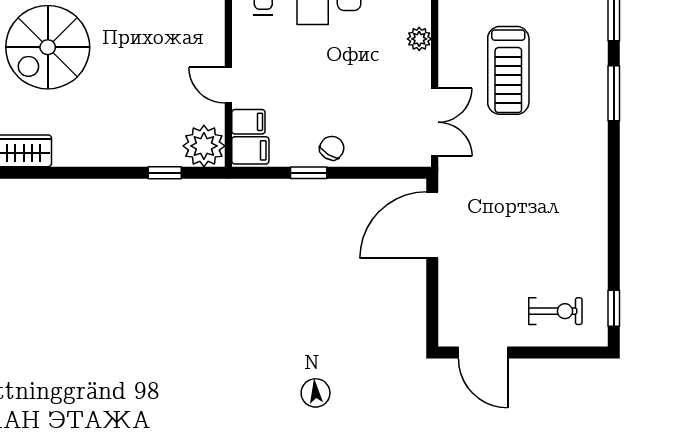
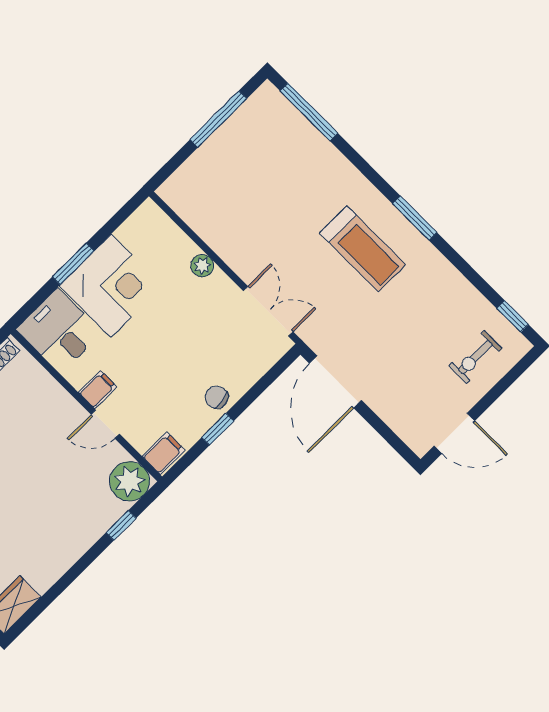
treadmill: (508, 70) -> (363, 249), moved
window: (614, 93) -> (415, 218), moved
filing cabinet: (248, 122) -> (98, 390), moved
chair: (332, 148) -> (217, 397), turned -41
exercise bike: (555, 311) -> (475, 357), turned 180

